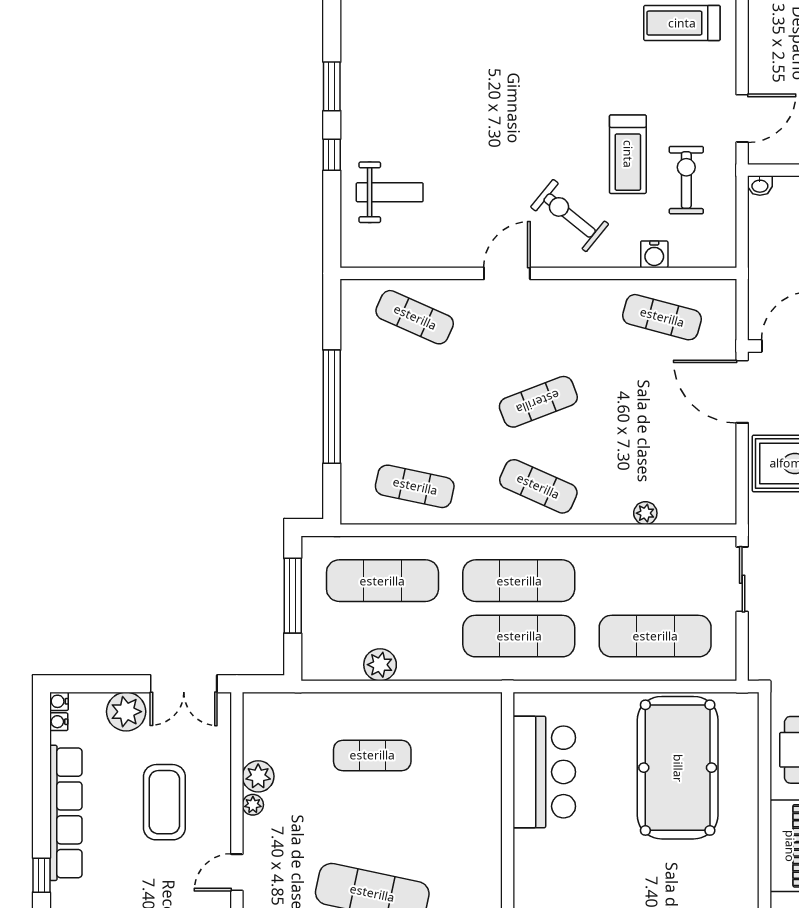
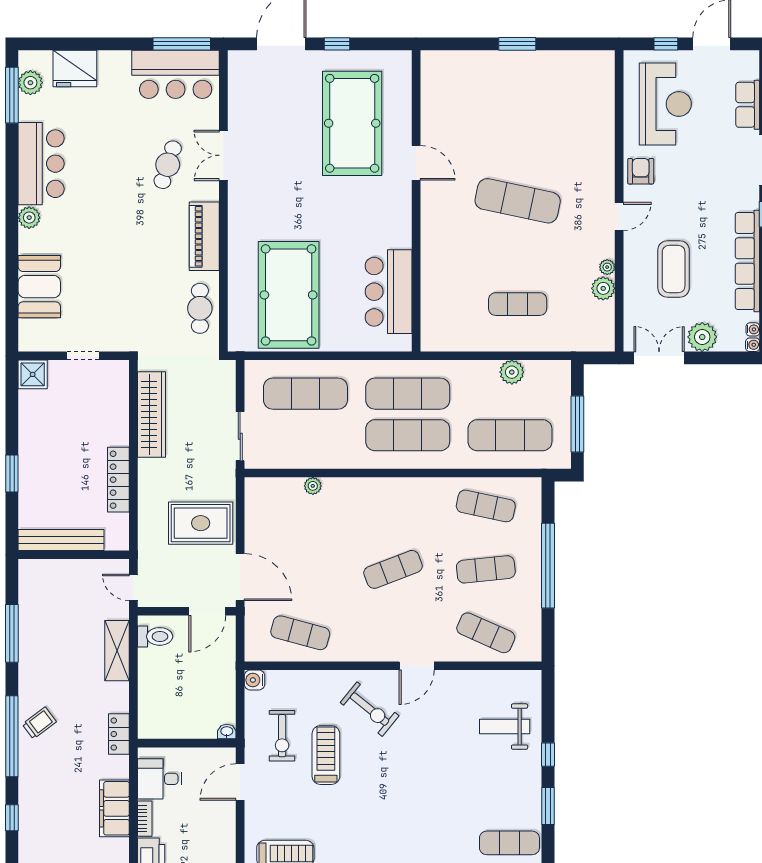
exercise mat: (383, 37) -> (509, 843), added
water cooler: (654, 254) -> (254, 680), moved, turned -90
exercise mat: (538, 486) -> (486, 569), moved, turned -30

